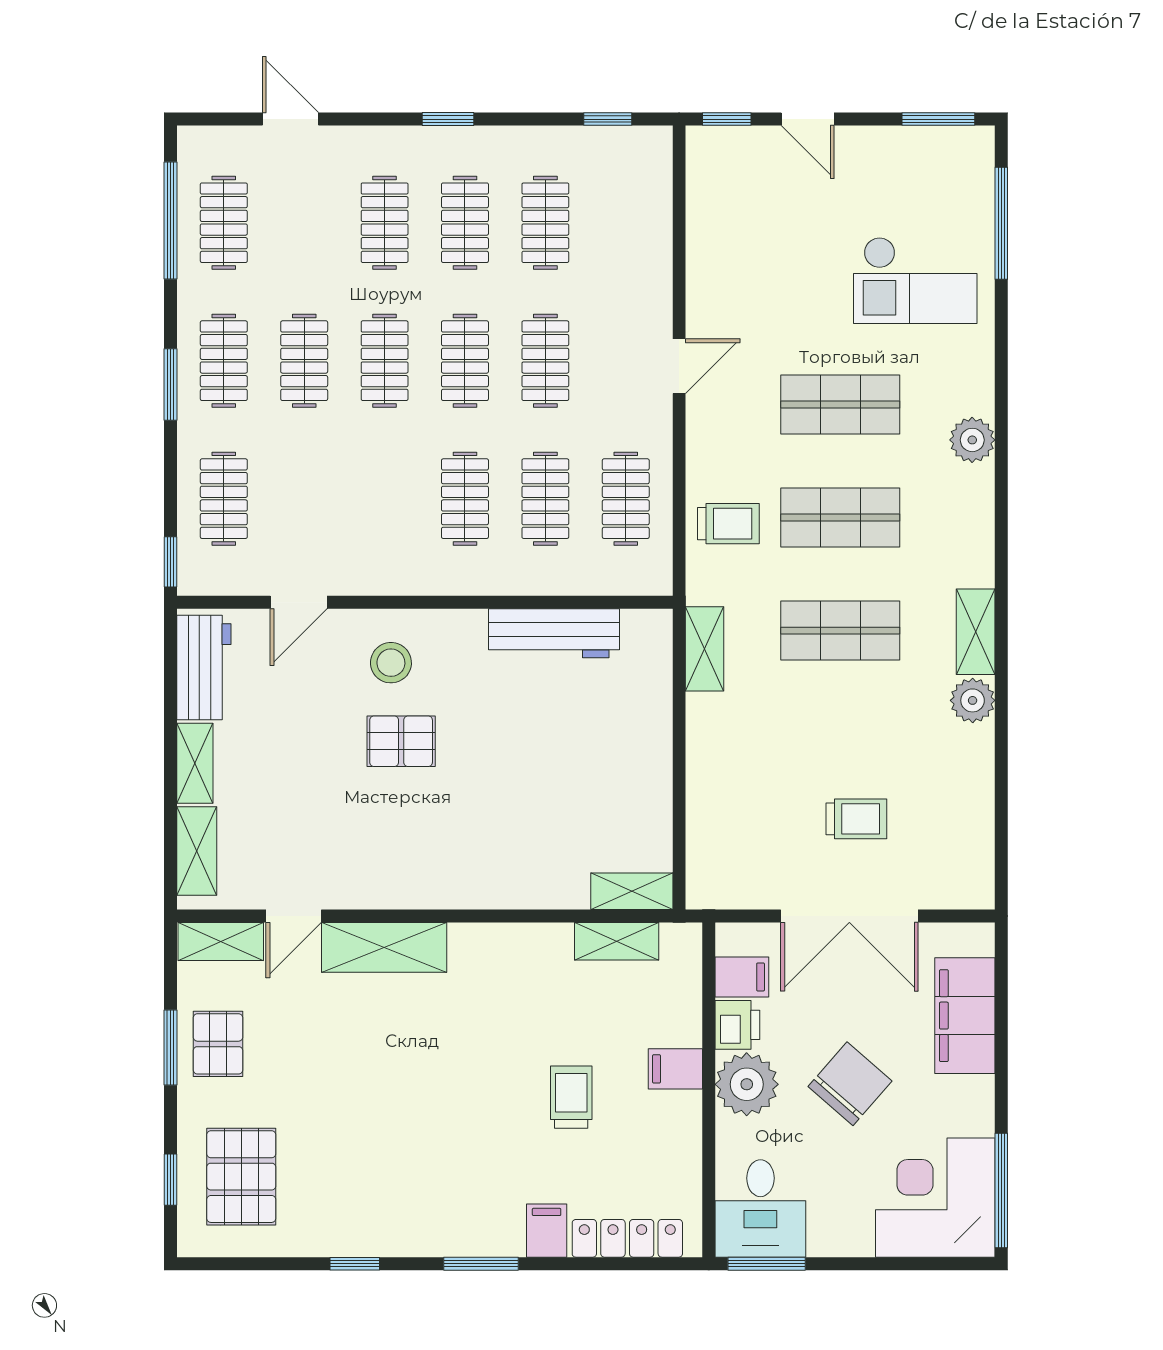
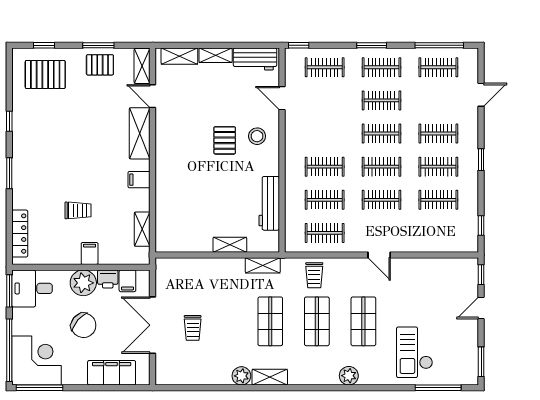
shelving: (632, 891) -> (230, 245), moved, turned 90
filing cabinet: (547, 1231) -> (139, 180), moved, turned 180
window: (911, 1264) -> (9, 350), added

